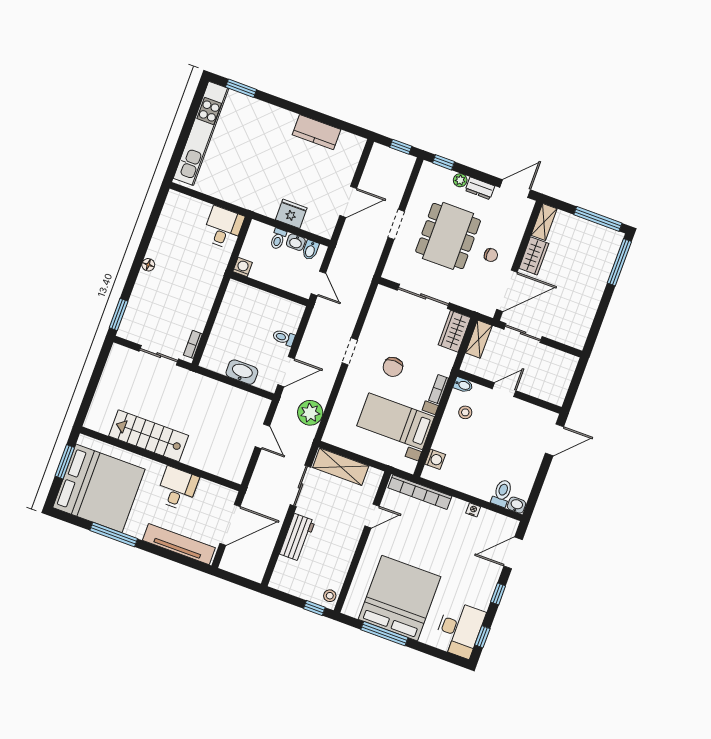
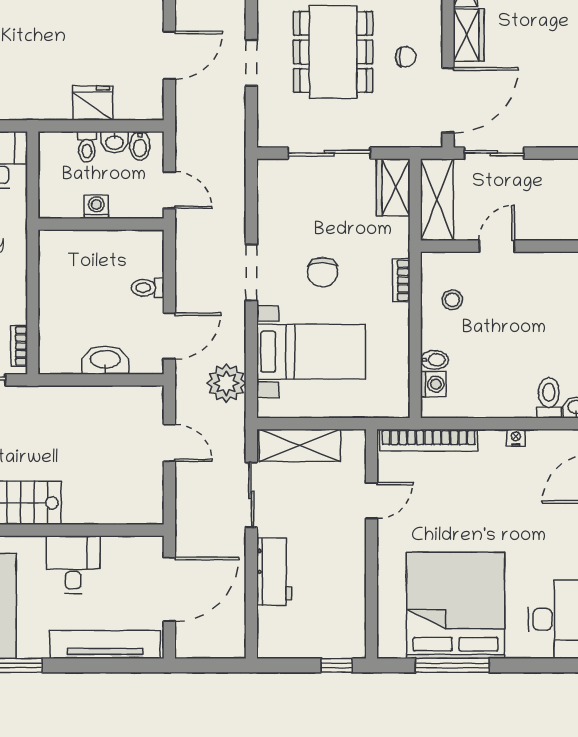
washing machine: (243, 267) -> (96, 207), moved
shelving: (479, 339) -> (437, 200), width x1.50, depth x1.33
doorway: (350, 351) -> (251, 272), width x1.38
bidet: (463, 385) -> (435, 360), moved
bed with nightstands: (396, 421) -> (311, 352), moved, turned 180
stool: (330, 596) -> (353, 639), removed

